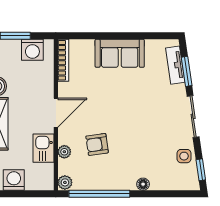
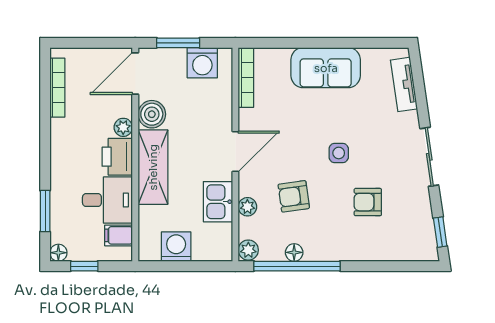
window: (187, 71) -> (420, 93), removed
armchair: (150, 148) -> (368, 202), added
side table: (184, 156) -> (339, 153), moved
floor lamp: (143, 184) -> (294, 252), moved

